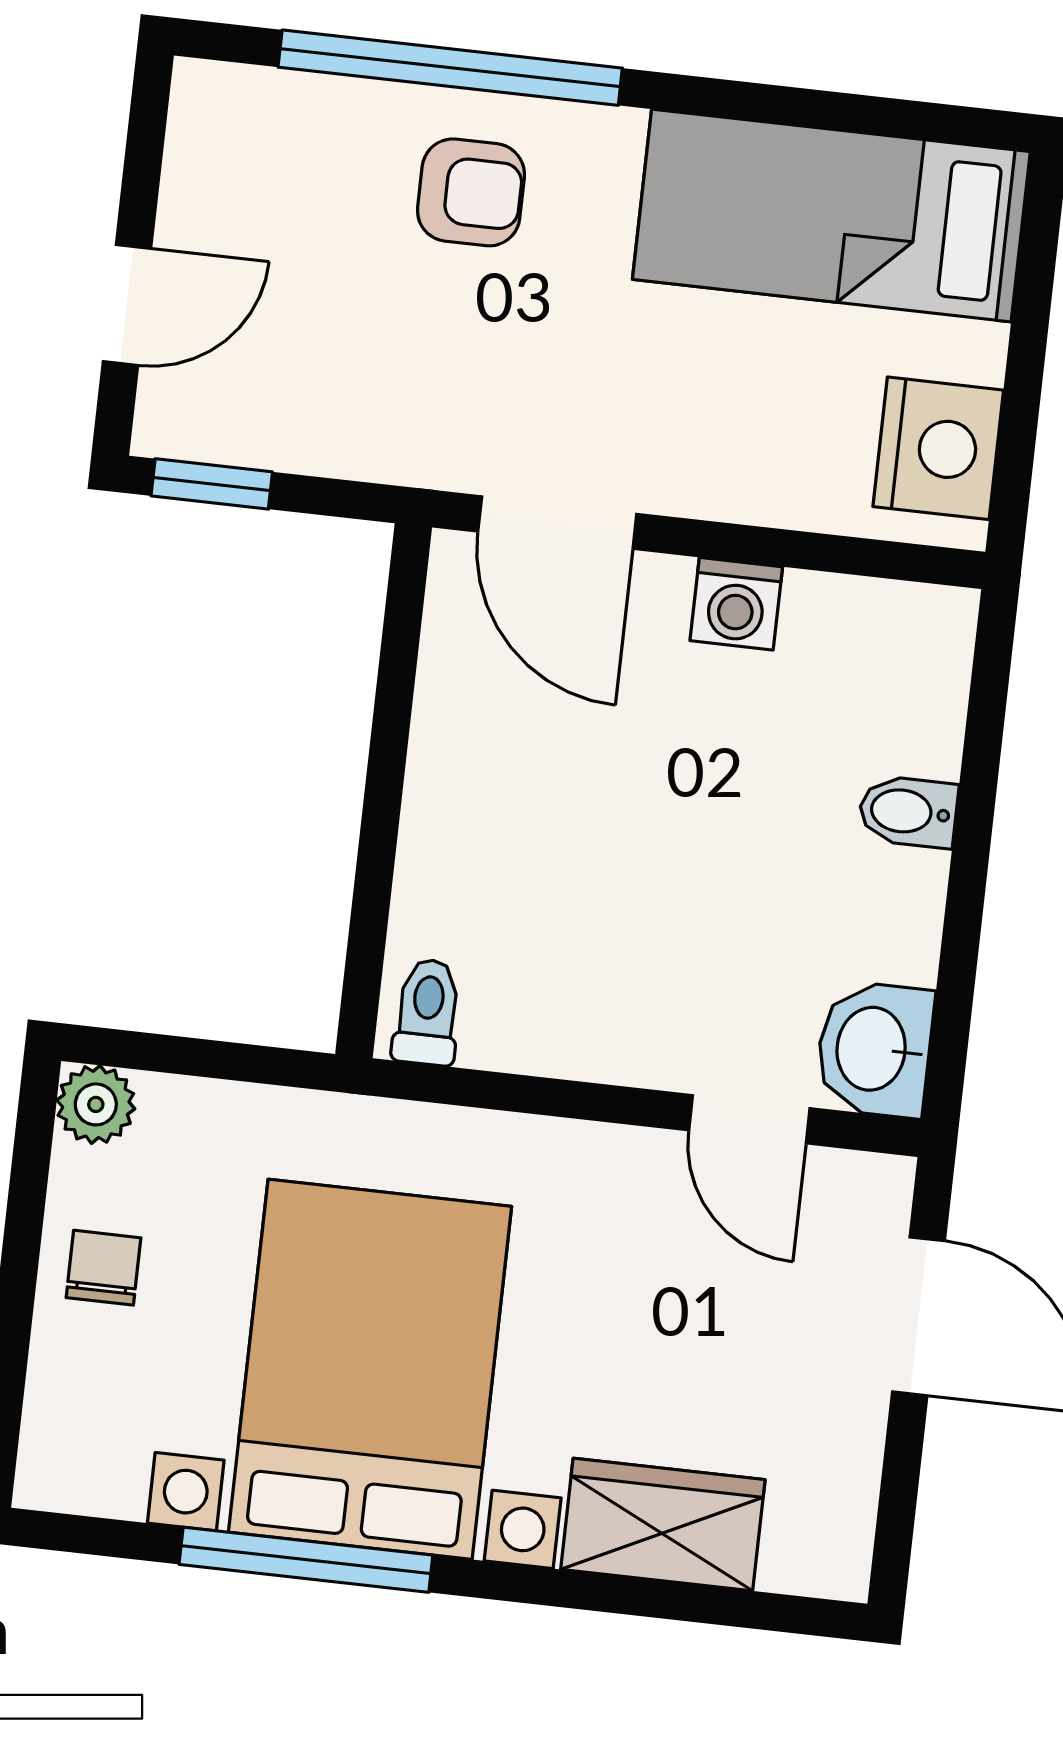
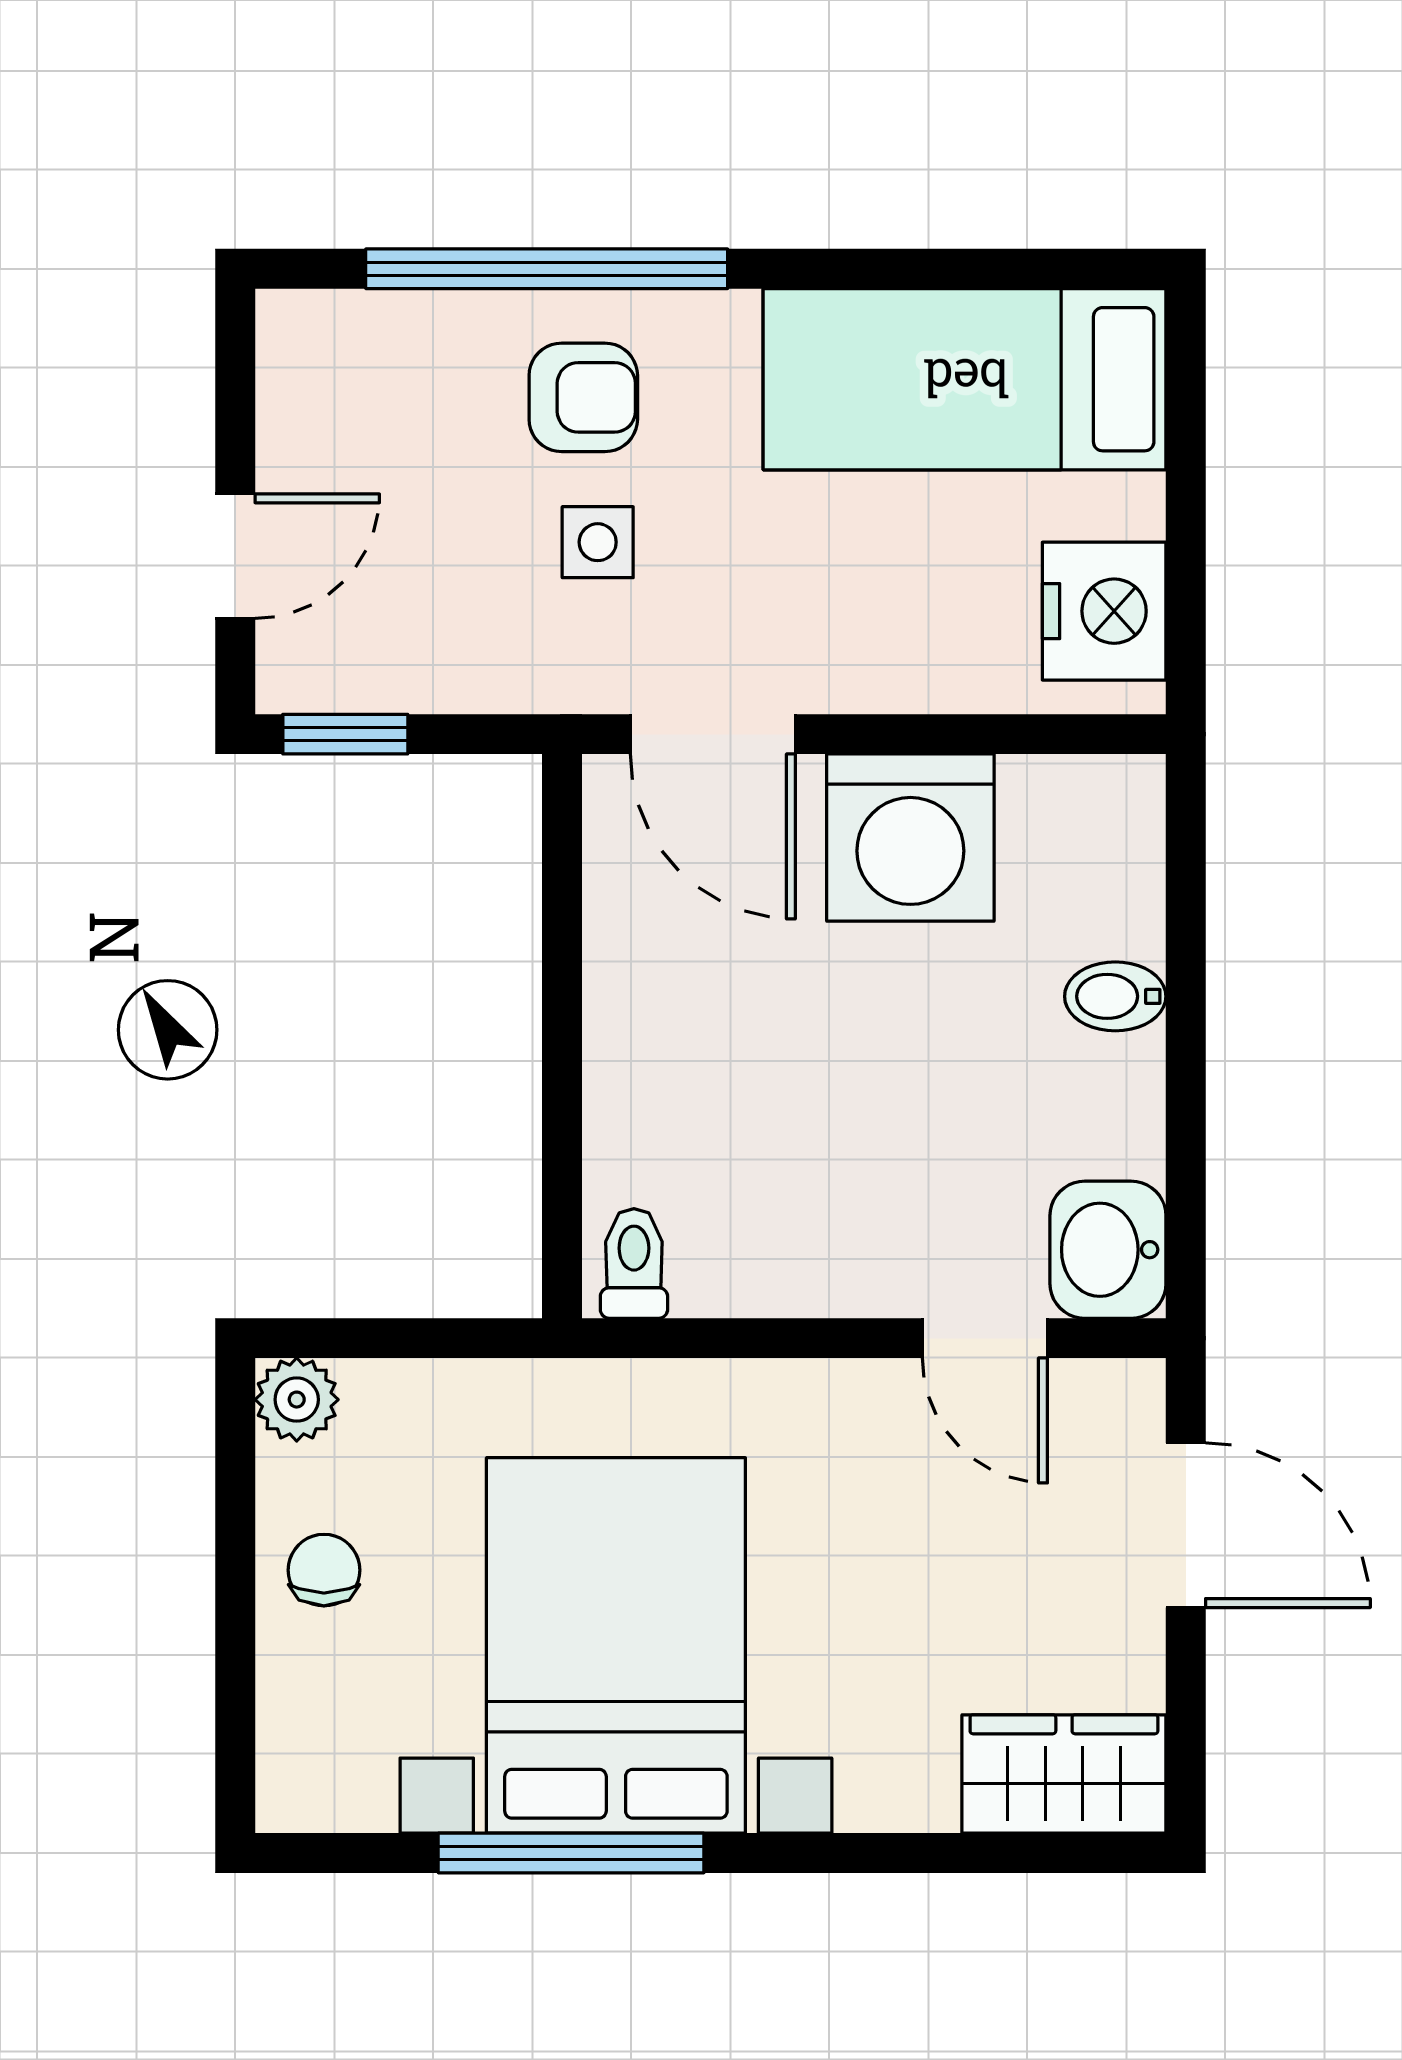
side table: (469, 330) -> (598, 542), added
washing machine: (736, 604) -> (910, 838), width x1.89, depth x1.89
wardrobe: (663, 1525) -> (1064, 1774), moved

